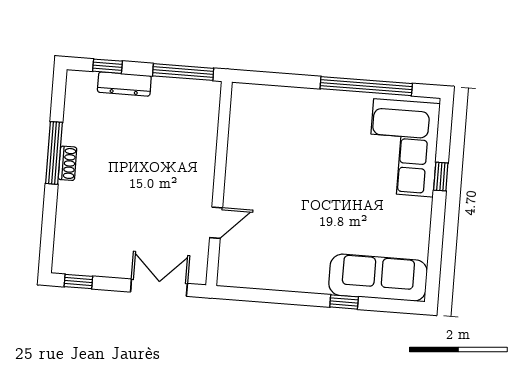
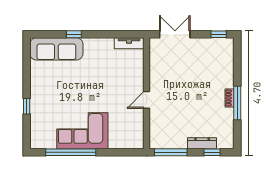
corner sofa: (403, 148) -> (82, 131), moved, turned -90
door: (216, 223) -> (147, 100), moved
tv unit: (244, 278) -> (129, 43), added
double door: (159, 288) -> (175, 34), swing flipped

